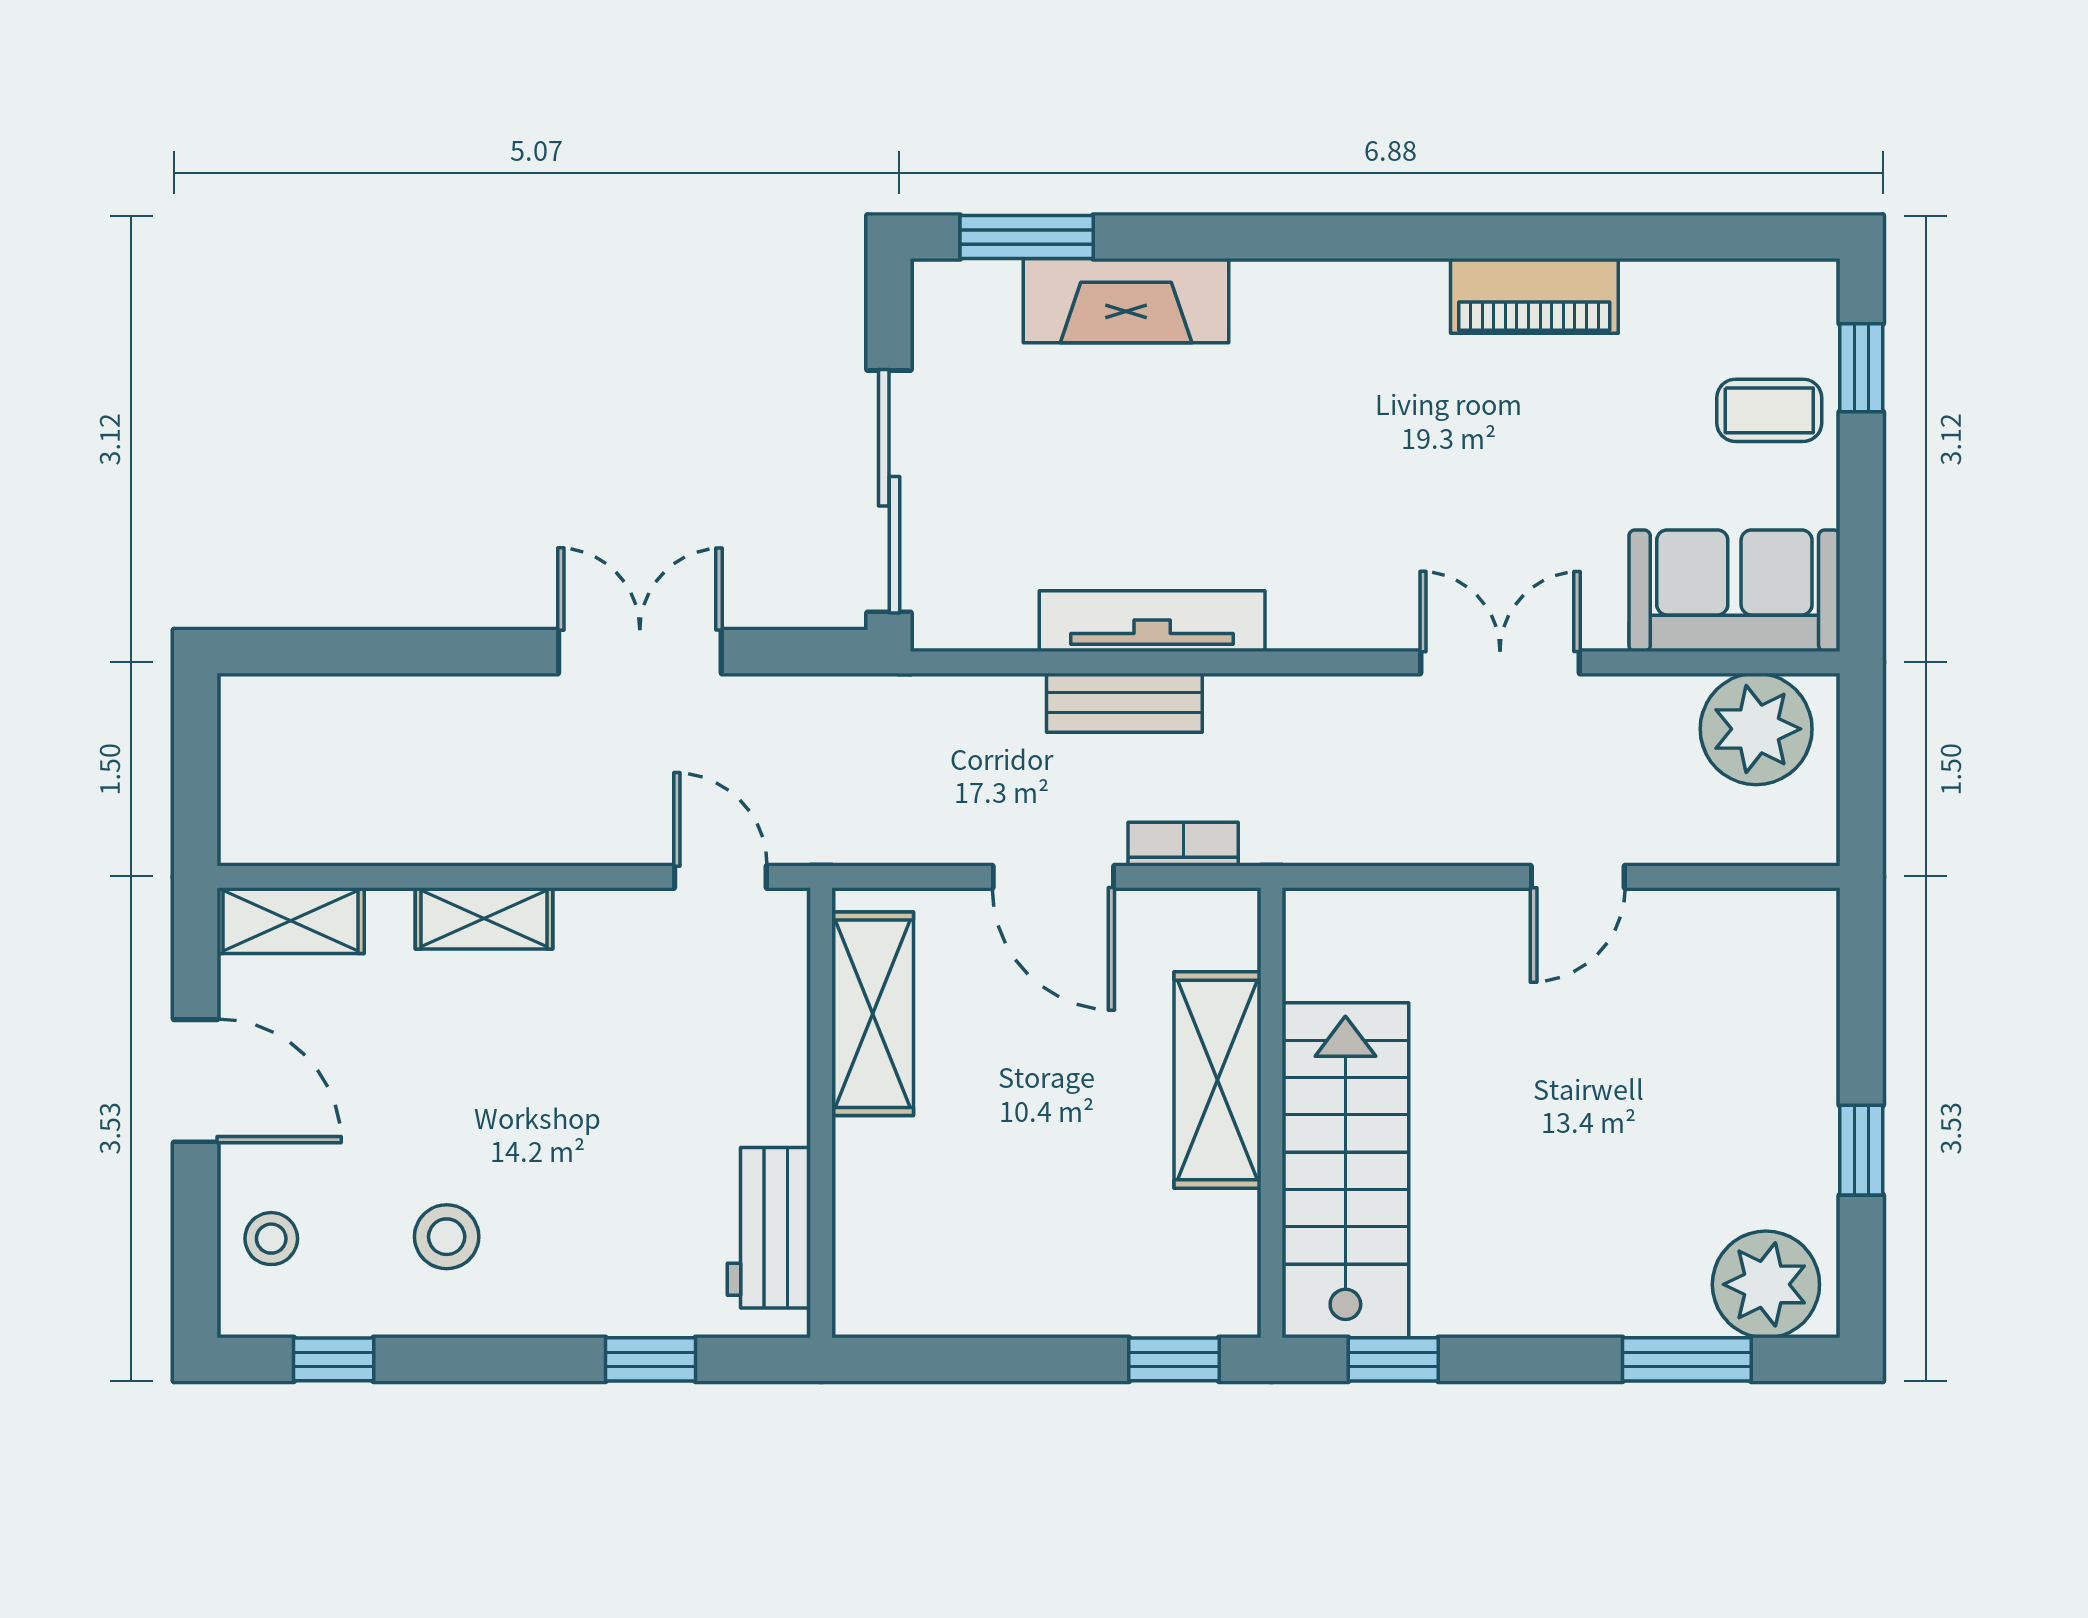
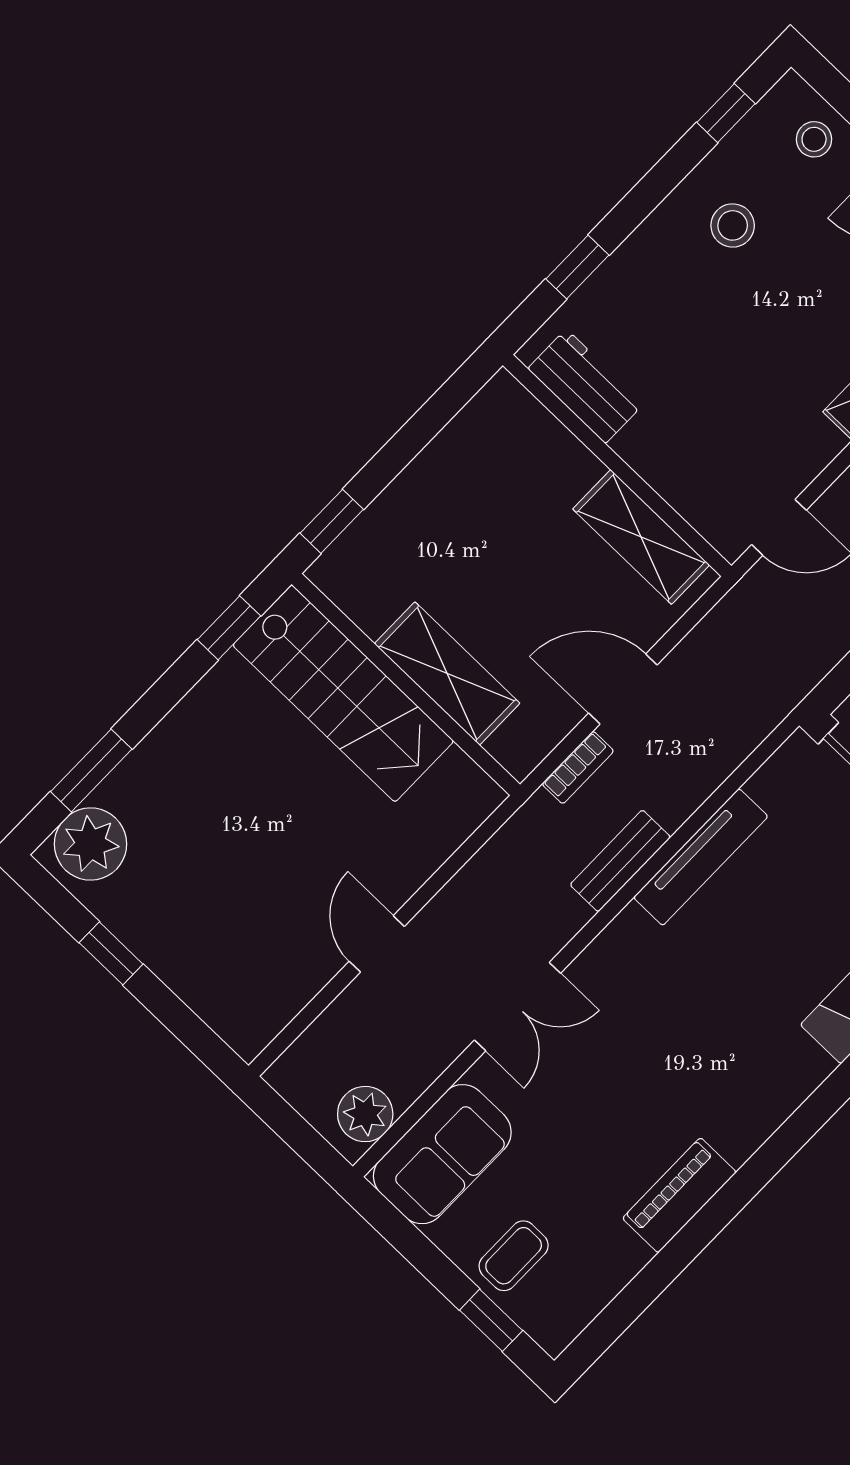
bench: (1124, 703) -> (620, 861), moved
plant: (1756, 729) -> (365, 1114), width x0.73, depth x0.73

